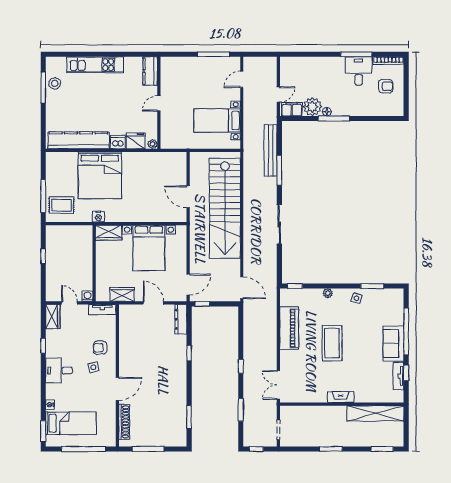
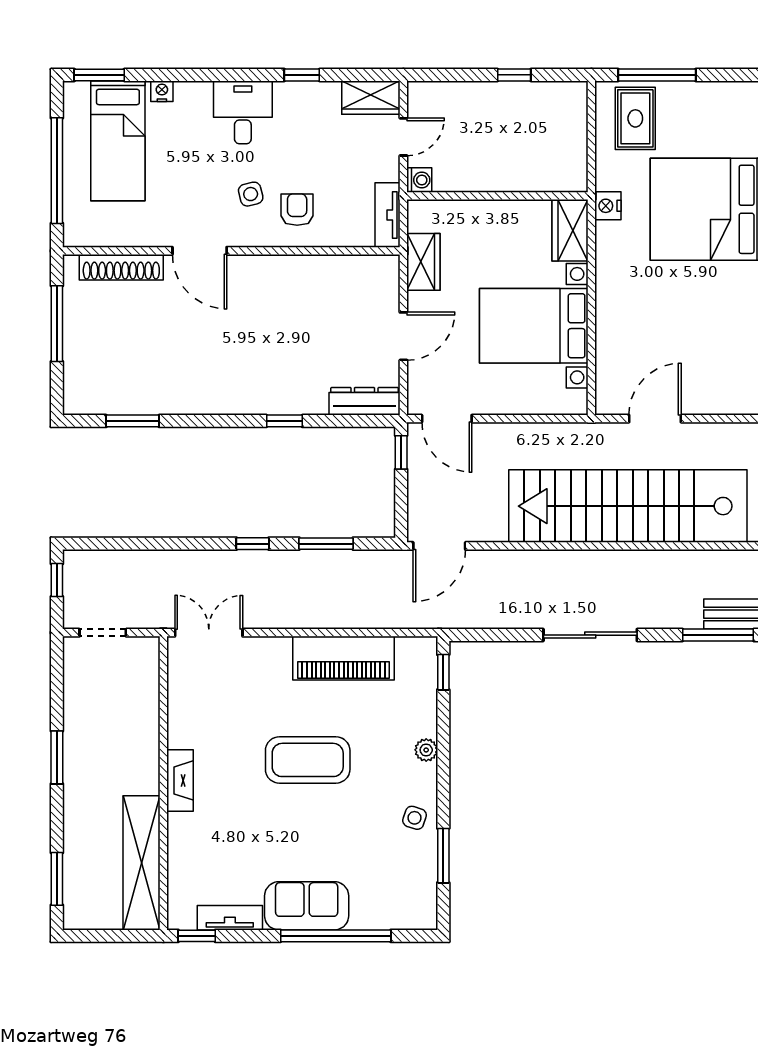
window: (406, 373) -> (197, 936), moved
window: (241, 410) -> (326, 544), moved

